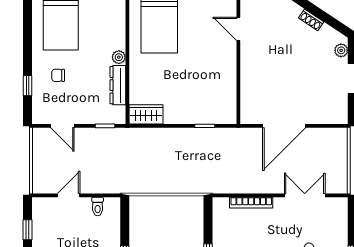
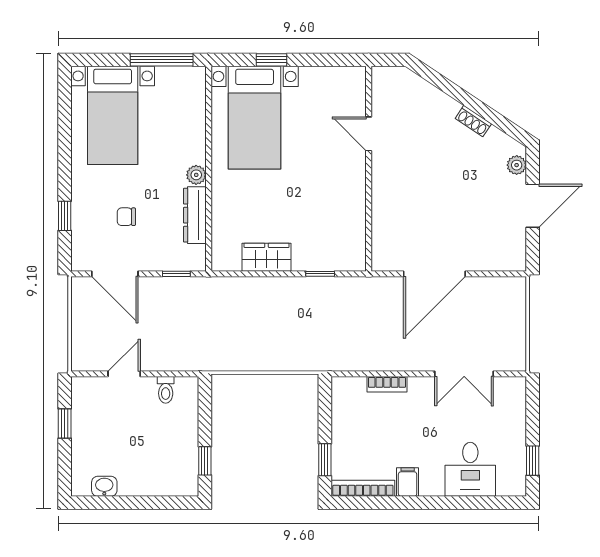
chair: (58, 75) -> (126, 217), moved
wardrobe: (146, 114) -> (267, 257), moved
door: (62, 126) -> (115, 274), width x1.38
double door: (305, 195) -> (464, 374), swing flipped
bookcase: (251, 203) -> (387, 384), width x0.64

